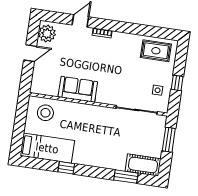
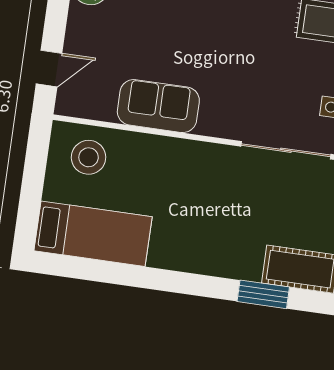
door: (30, 53) -> (49, 69), moved
window: (66, 168) -> (134, 276), removed

